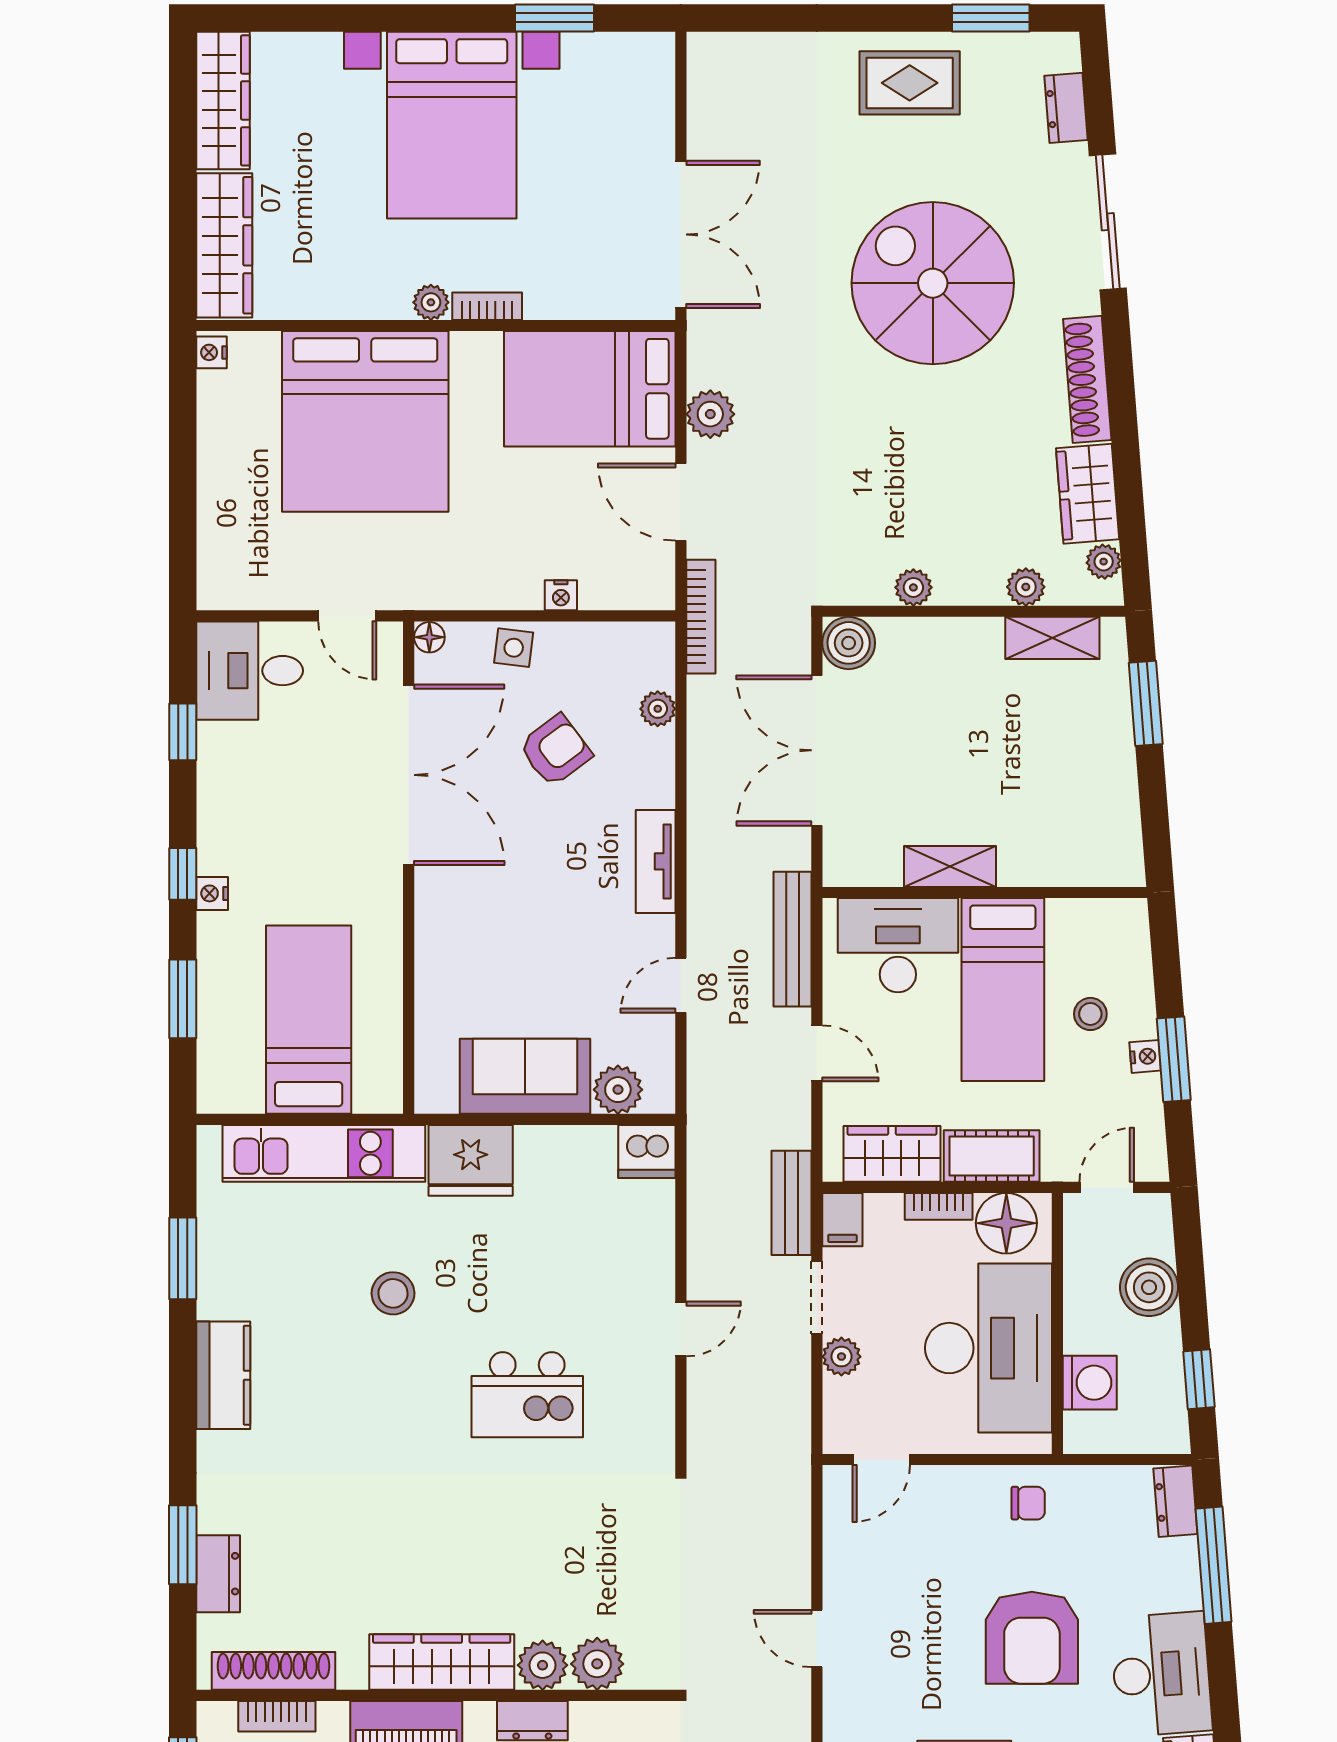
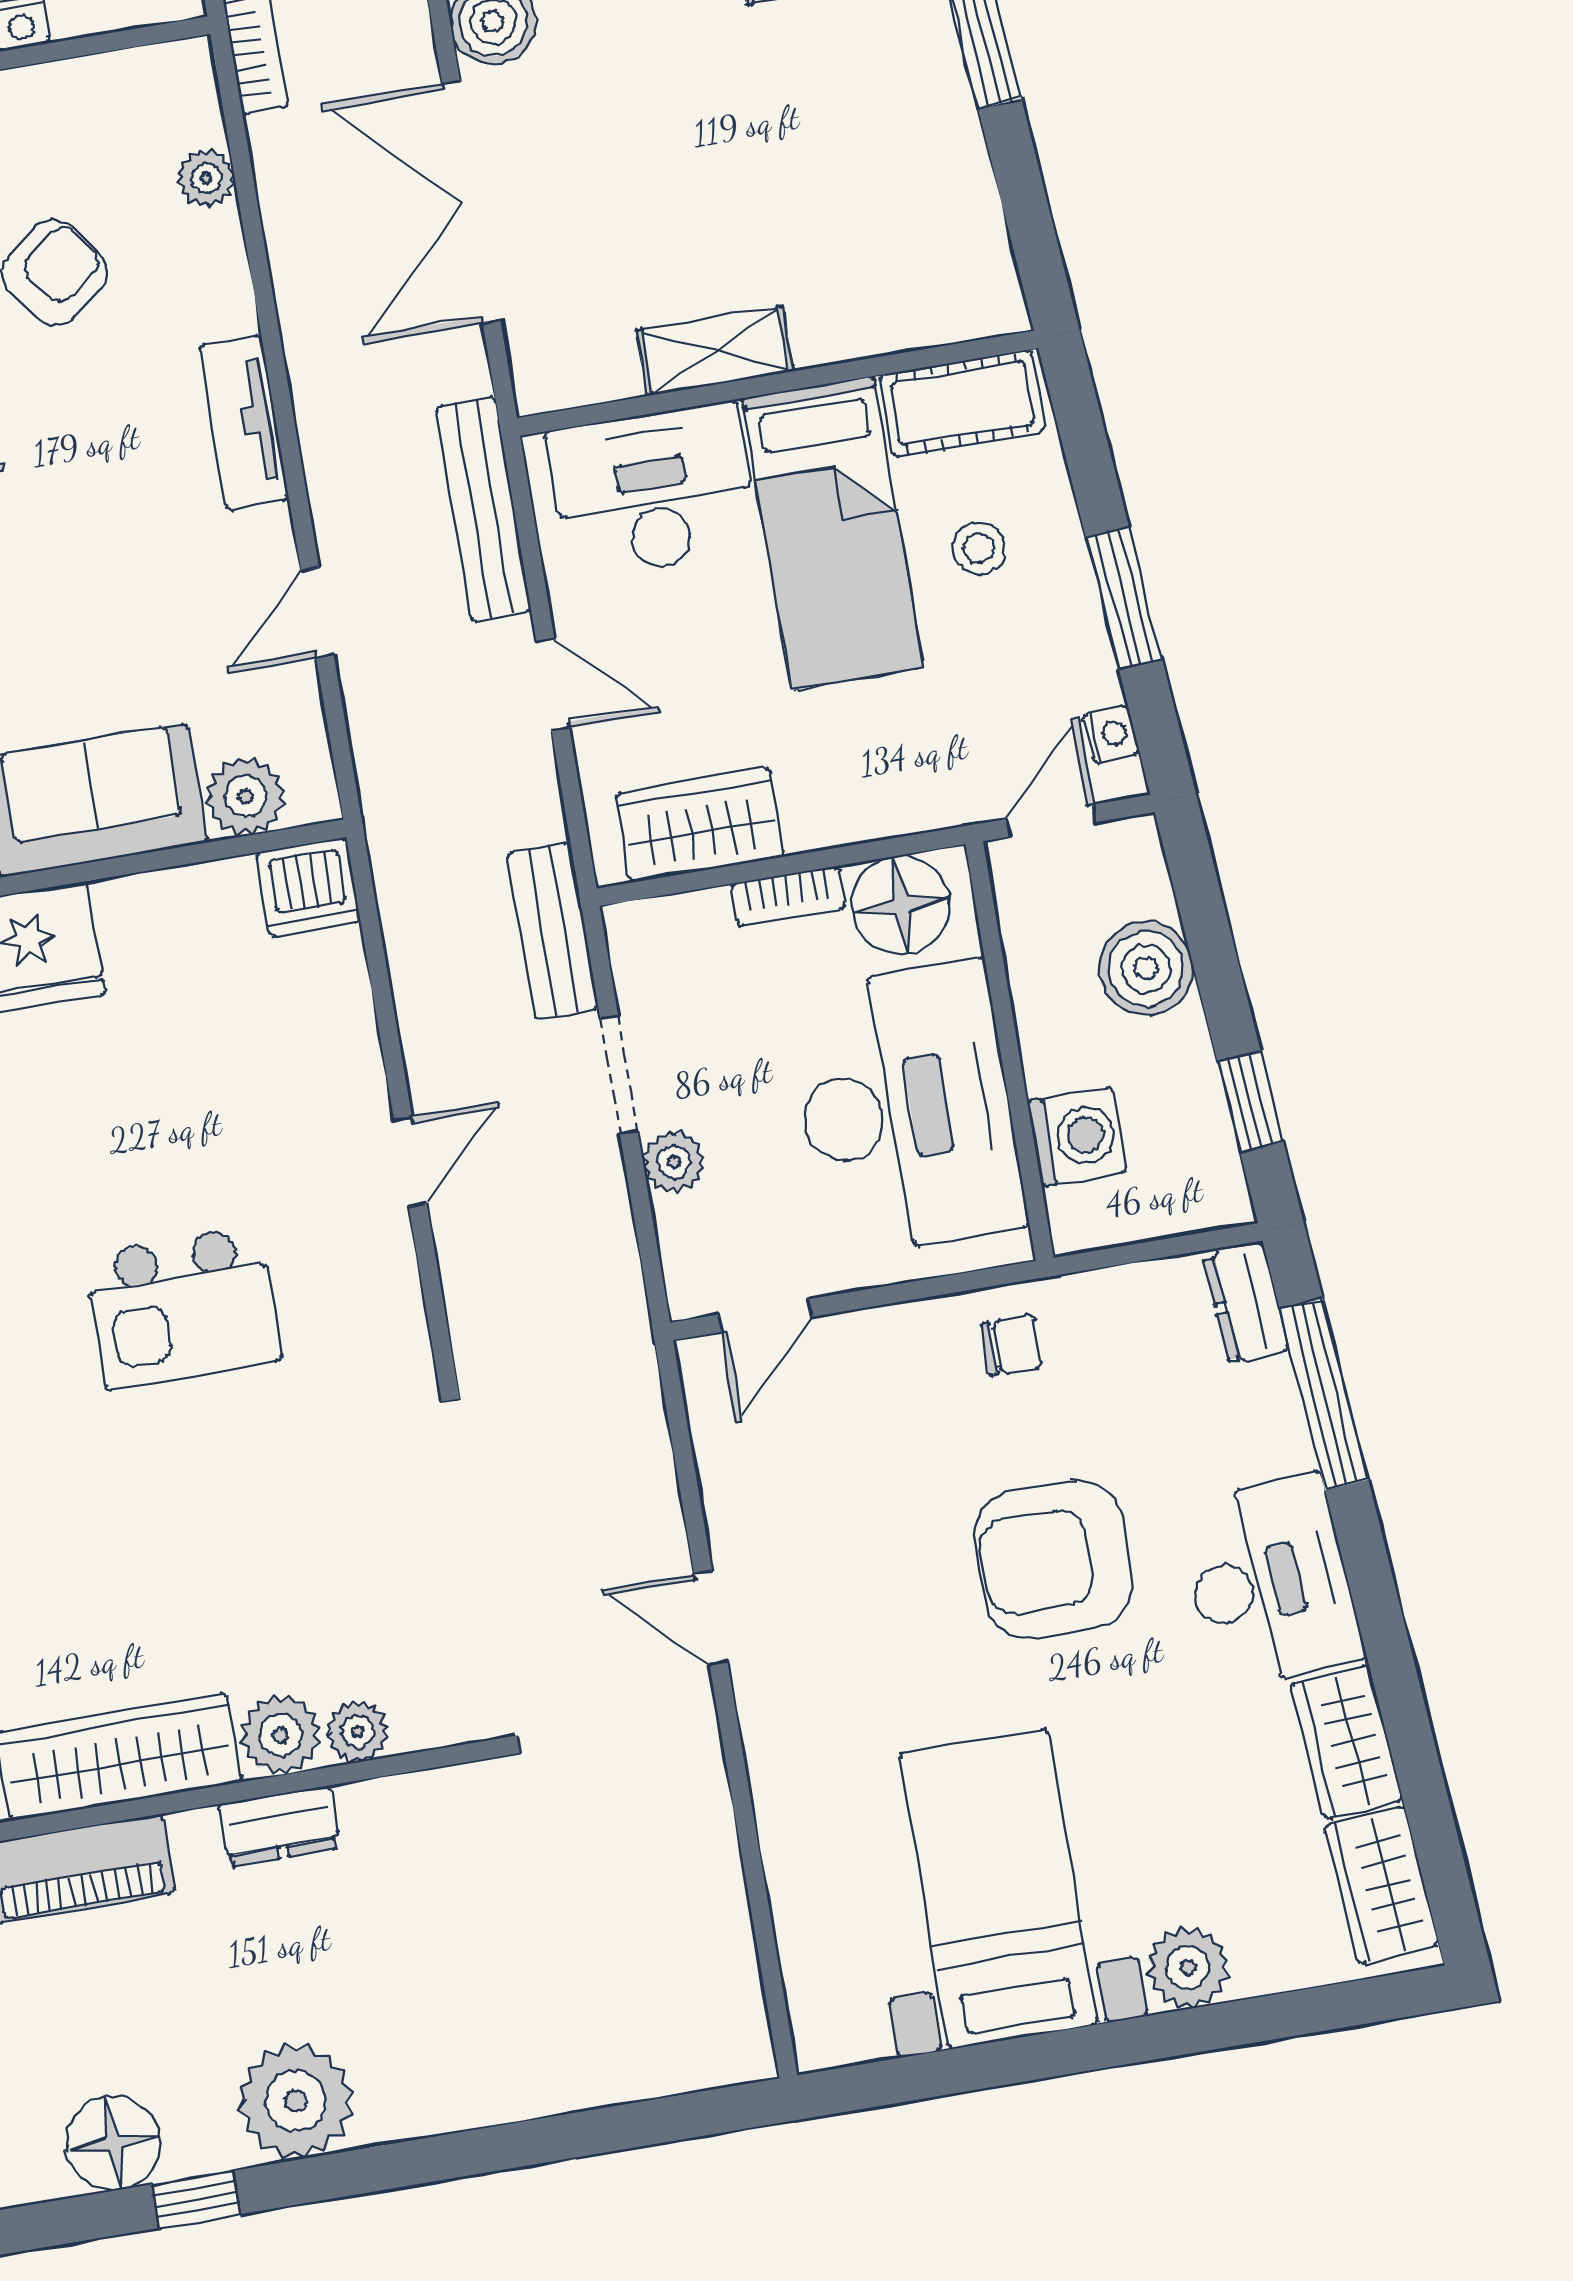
nightstand: (1145, 1056) -> (1111, 734), moved
cot: (992, 1156) -> (962, 403), moved
filing cabinet: (842, 1220) -> (639, 943), removed
armchair: (1032, 1638) -> (1054, 1559), turned 90
plant: (597, 1664) -> (358, 1731), width x0.73, depth x0.73

